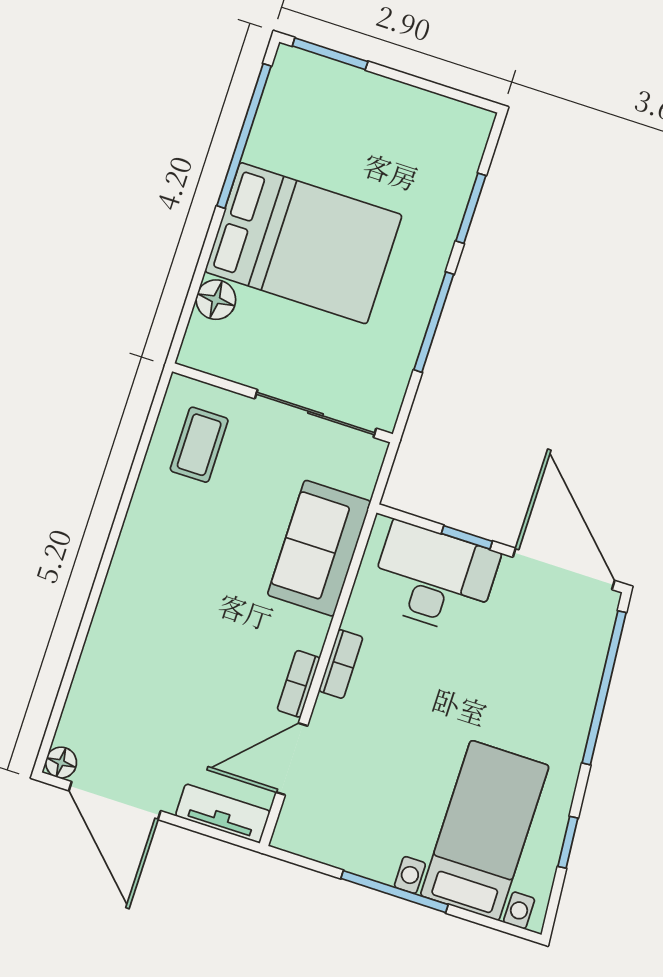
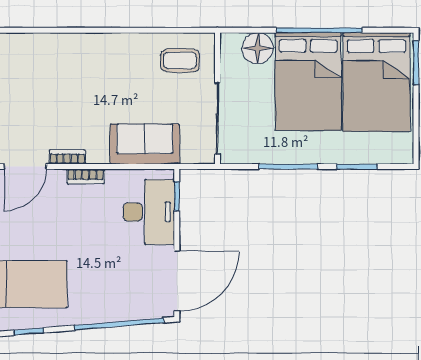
bed: (341, 130) -> (376, 82), added
window: (244, 136) -> (319, 30), moved
floor lamp: (216, 300) -> (258, 48), width x1.38, depth x1.38
window: (467, 537) -> (177, 196), moved
door: (292, 759) -> (25, 167), swing flipped

